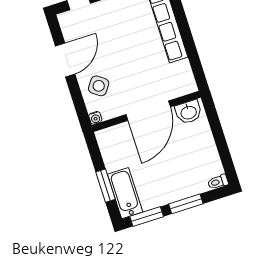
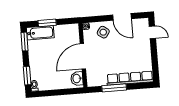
window: (190, 45) -> (114, 88), added
door: (148, 111) -> (83, 56), hinge flipped
window: (186, 204) -> (27, 76), moved

